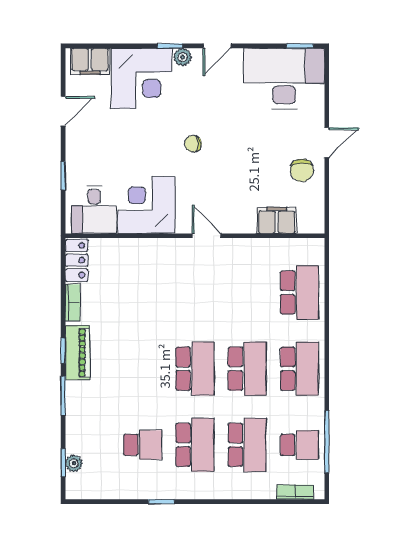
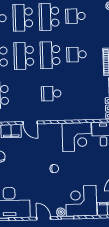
door: (217, 46) -> (44, 218), hinge flipped
door: (206, 236) -> (30, 123), moved
school desk: (195, 293) -> (51, 94), added
school desk: (143, 369) -> (76, 54), added

